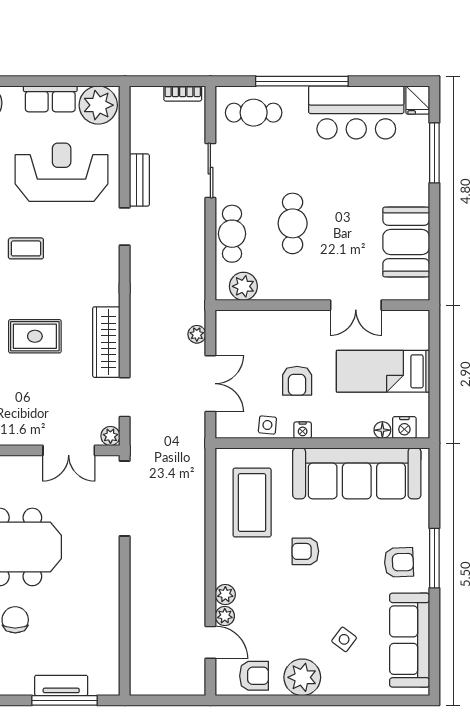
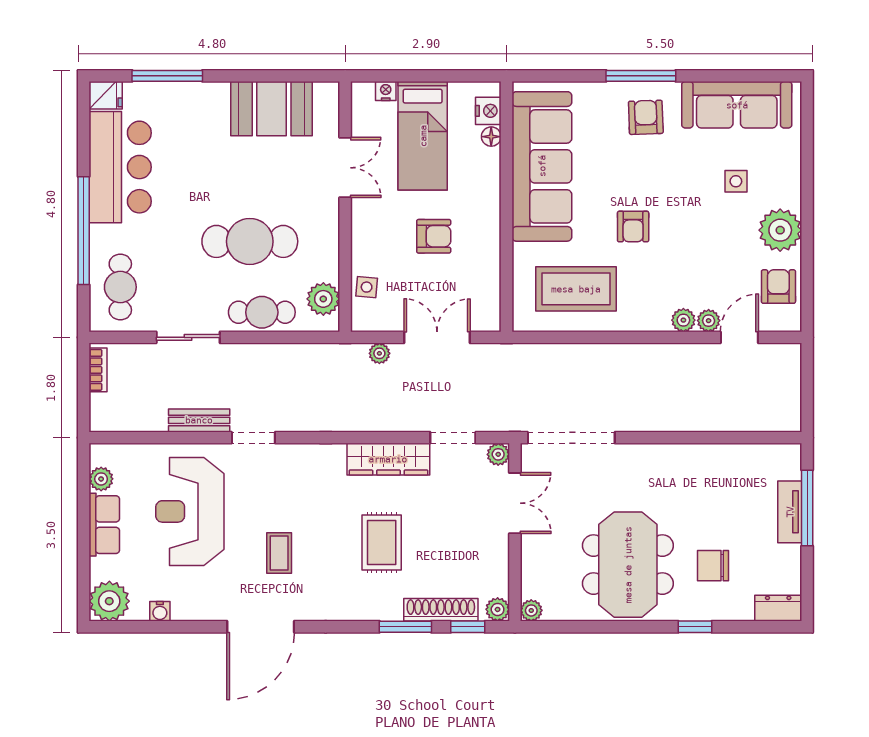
plant: (98, 105) -> (101, 479), width x0.53, depth x0.53
cafe table: (293, 223) -> (250, 241), width x1.37, depth x1.35
side table: (267, 425) -> (367, 287), moved
nightstand: (303, 430) -> (386, 91), moved, turned -90
side table: (344, 639) -> (736, 181), turned -37

